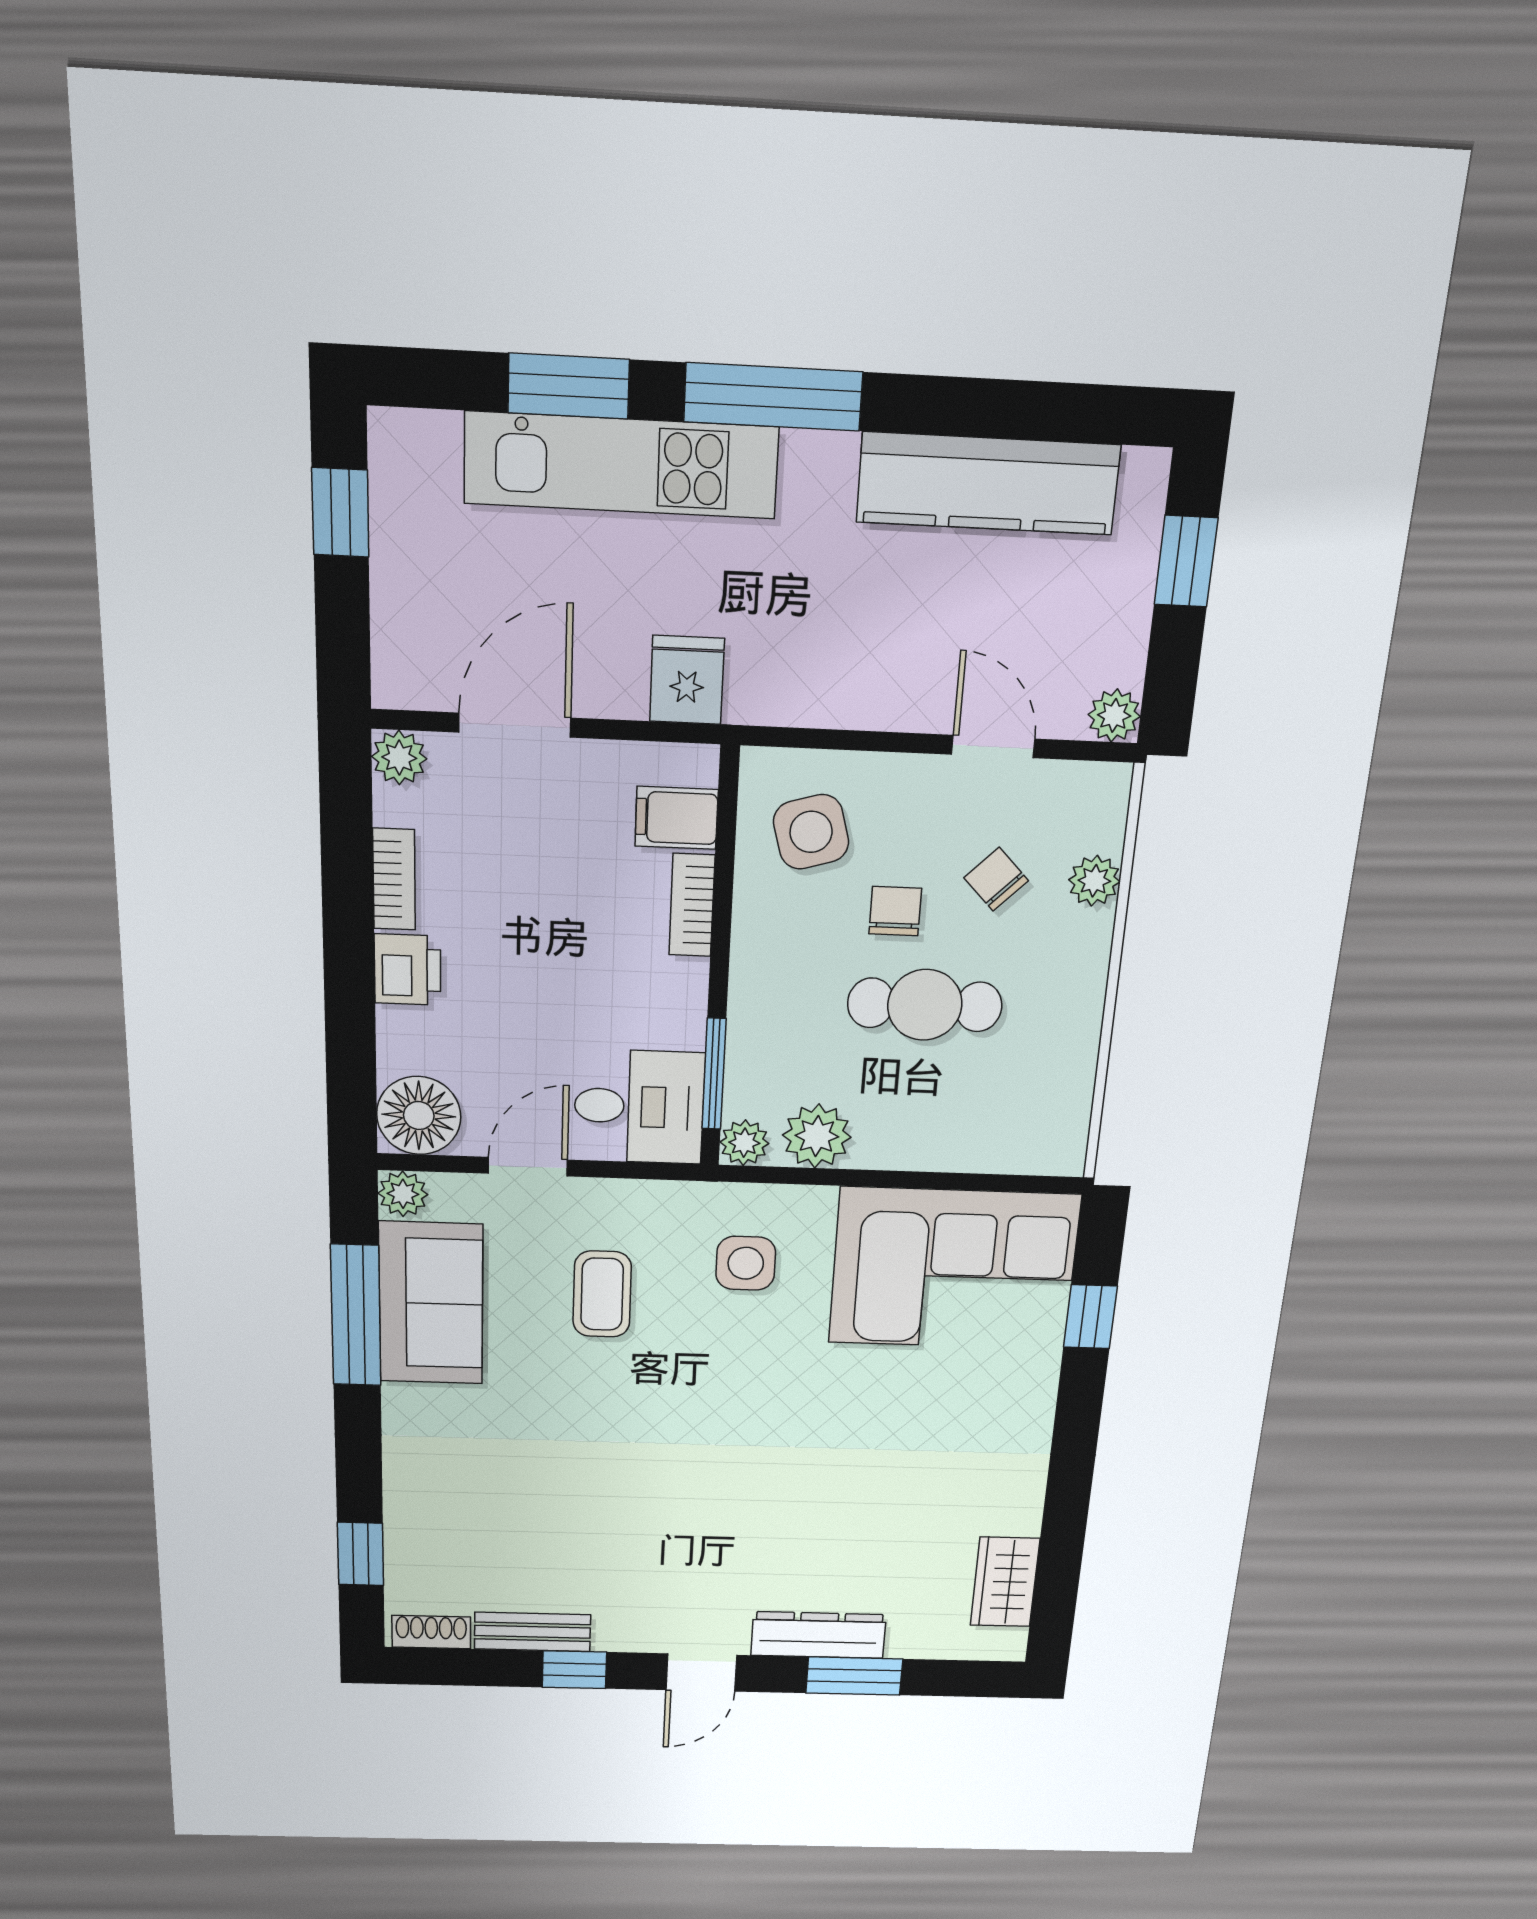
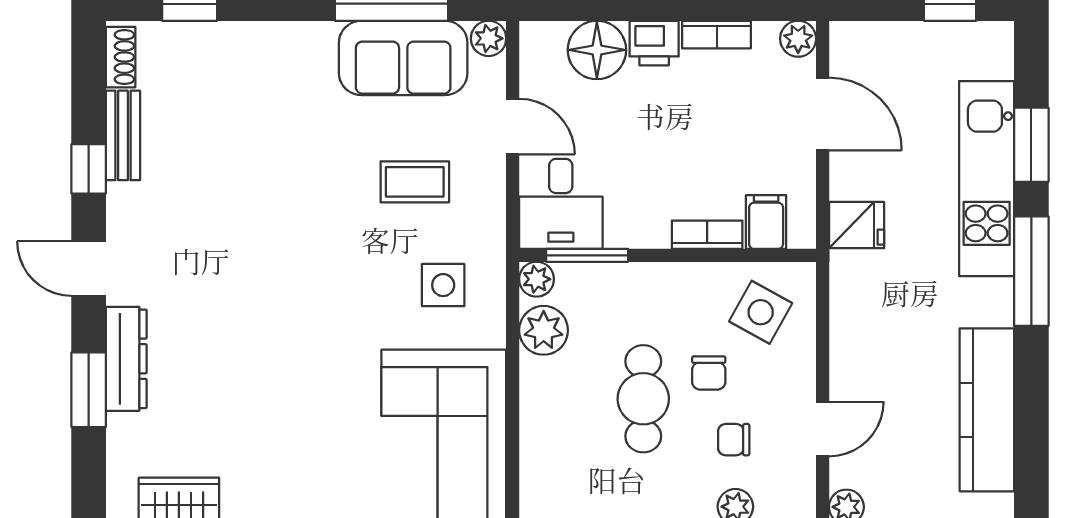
side table: (811, 832) -> (761, 312), turned 45
chair: (996, 879) -> (734, 440), turned -135
chair: (895, 911) -> (709, 373), turned 90
floor lamp: (419, 1116) -> (597, 50), moved

